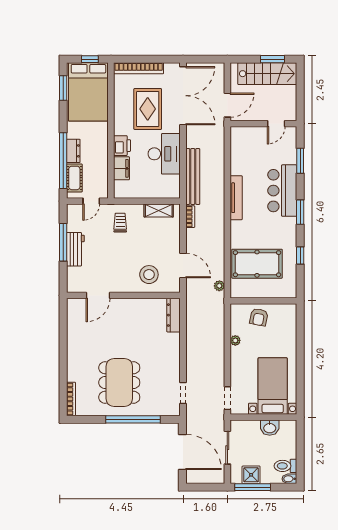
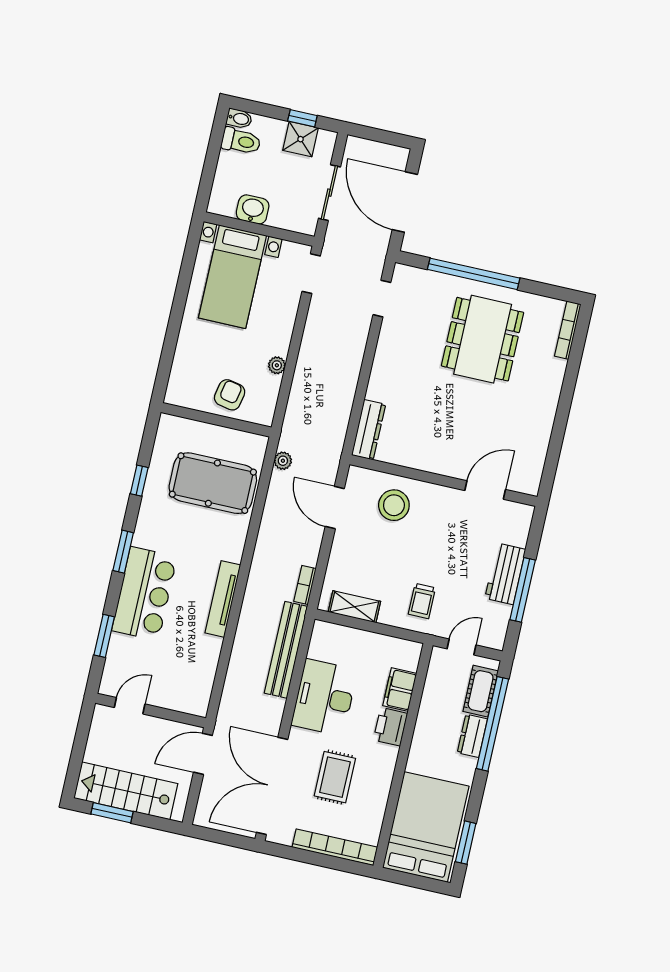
window: (90, 59) -> (411, 880), removed
rug: (148, 109) -> (335, 777), width x0.73, depth x0.70
window: (253, 487) -> (302, 118), width x0.46

